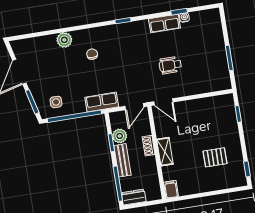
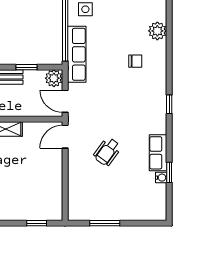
wheelchair: (170, 65) -> (107, 152), turned -144
row of seats: (102, 102) -> (77, 54), width x1.48
plant: (120, 136) -> (54, 78), moved
shoe rack: (149, 146) -> (16, 111), removed

